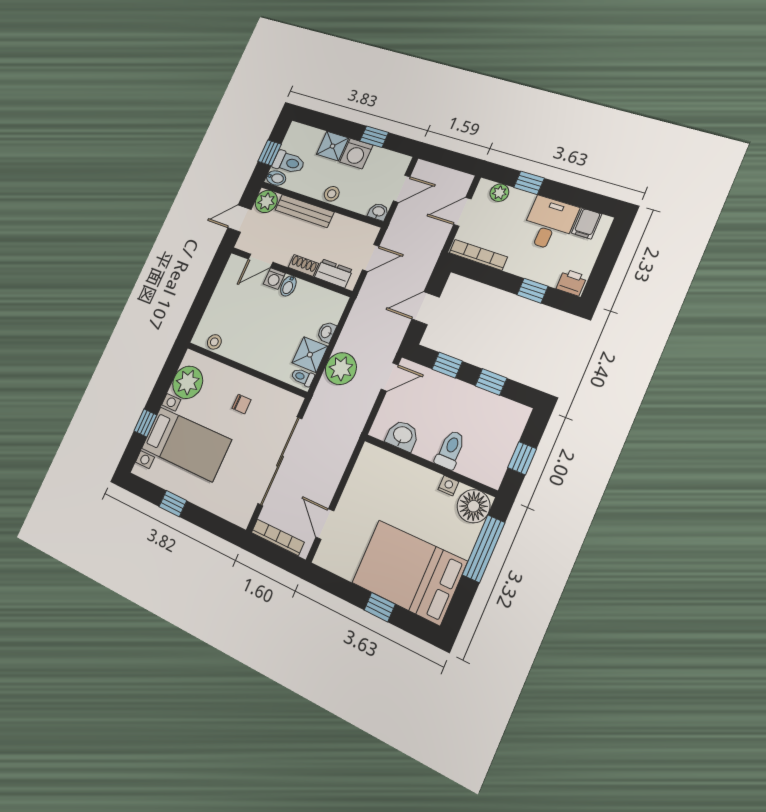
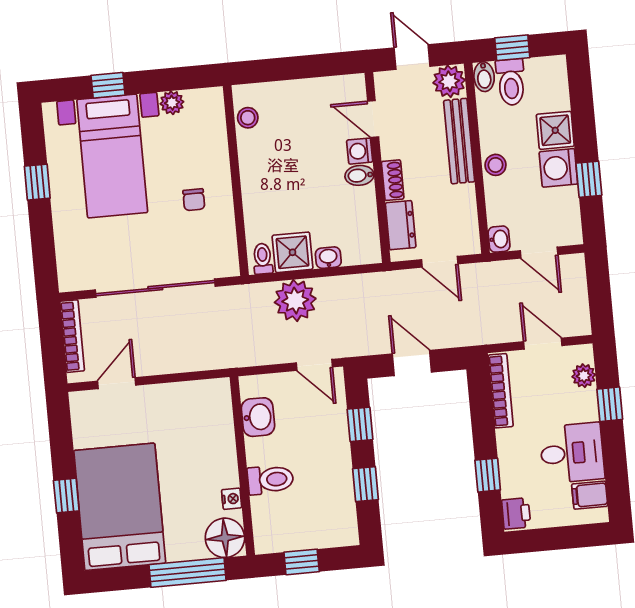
plant: (188, 382) -> (172, 103), width x0.53, depth x0.53

